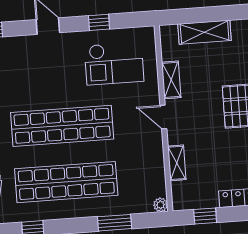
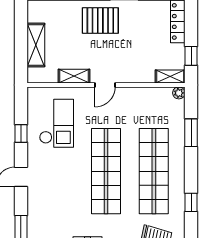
shelving: (177, 163) -> (170, 77), moved

